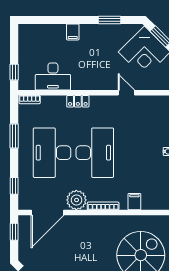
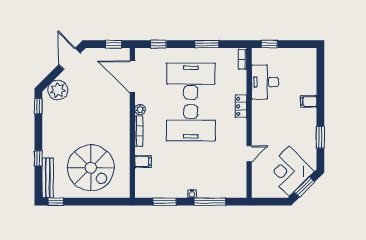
plant: (76, 200) -> (140, 110), width x0.53, depth x0.53

